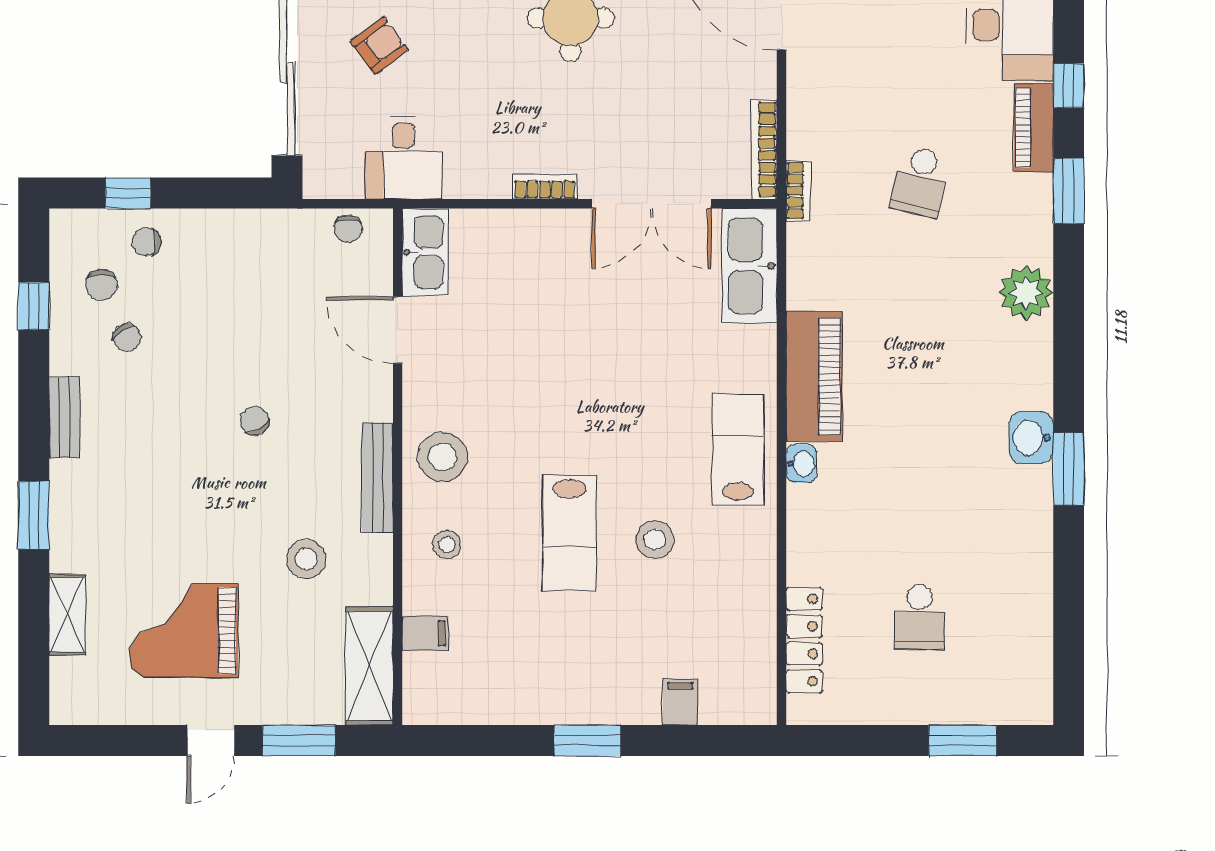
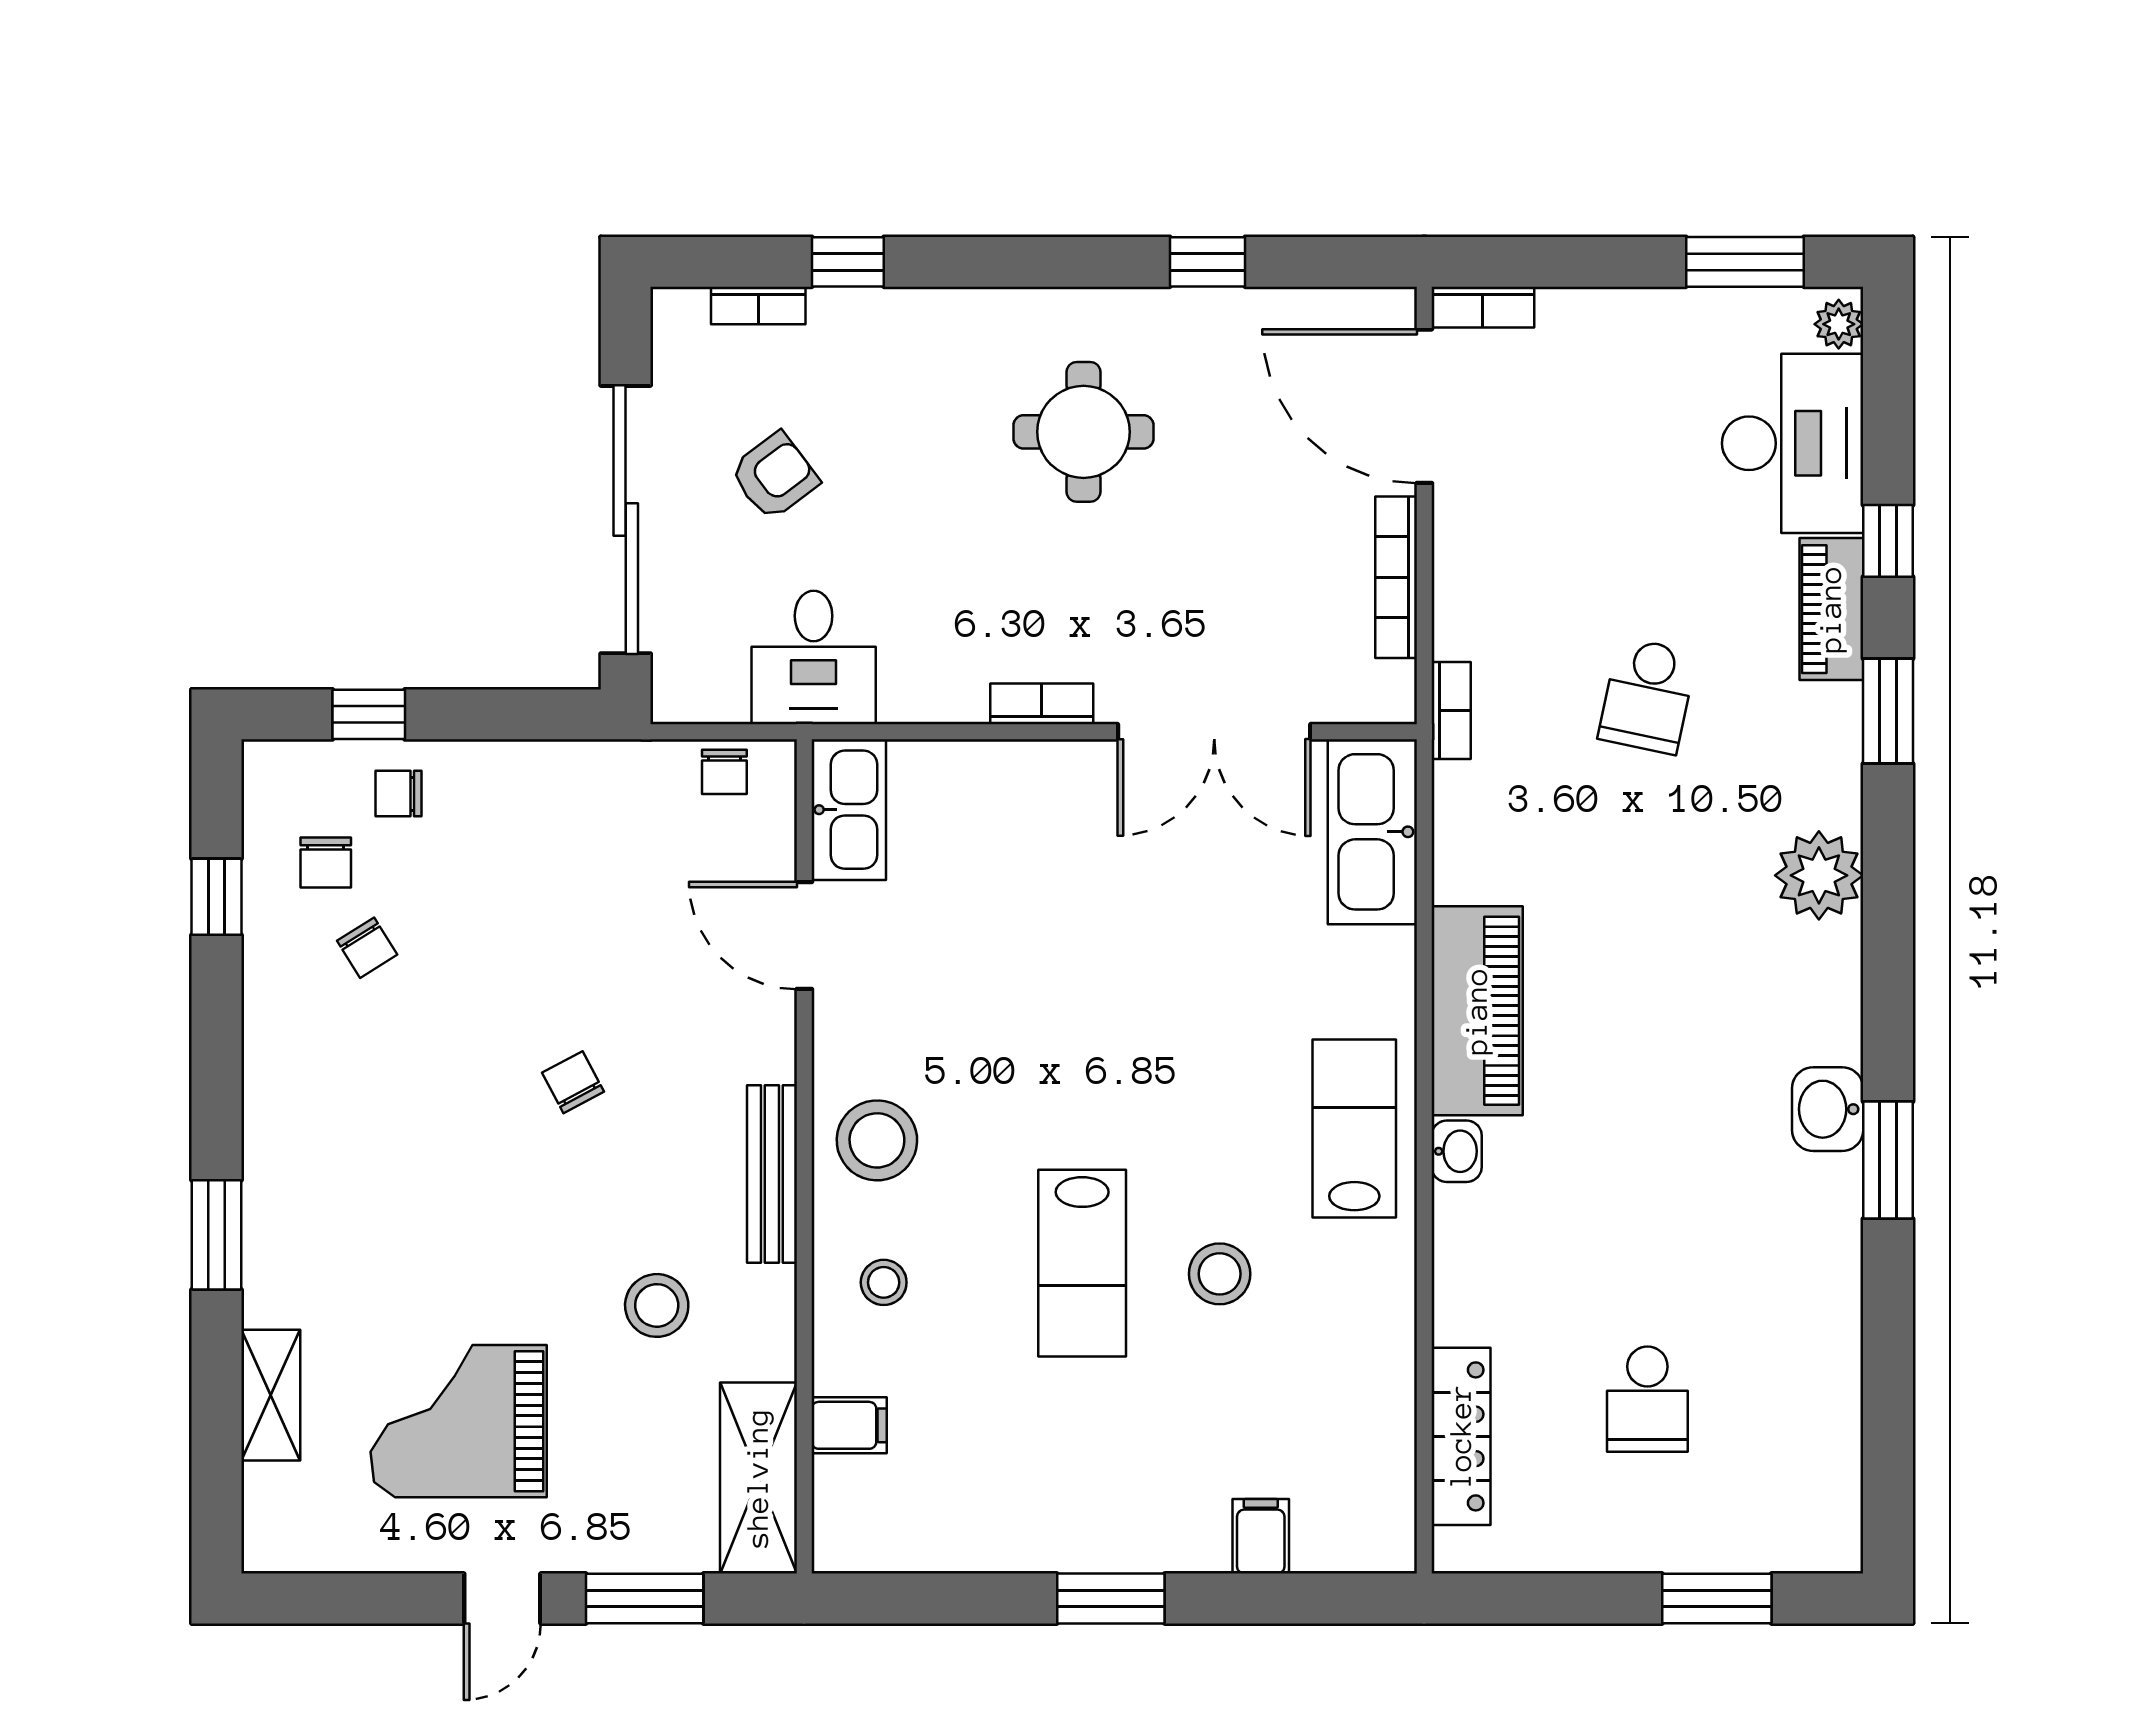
bookcase: (764, 149) -> (1396, 577), moved
bench: (65, 417) -> (266, 1077), removed

